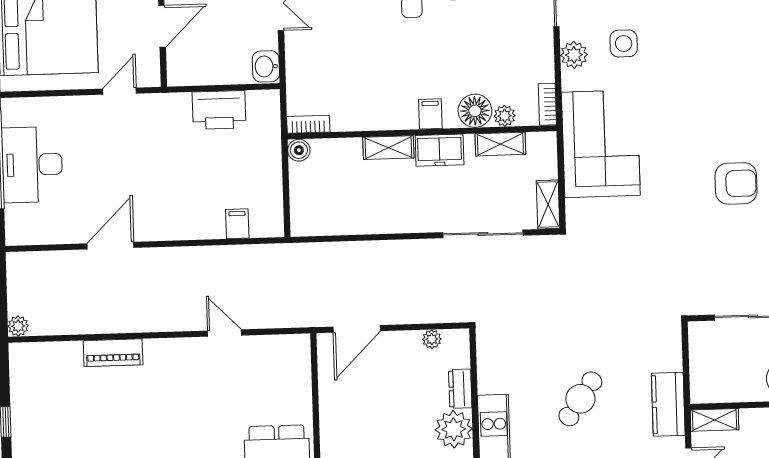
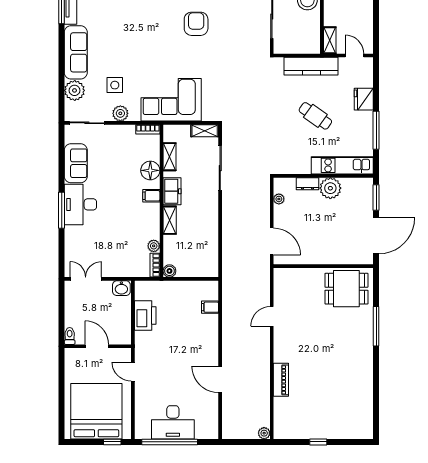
plant: (505, 116) -> (154, 246), moved
kitchen counter: (668, 404) -> (311, 66), width x1.50

